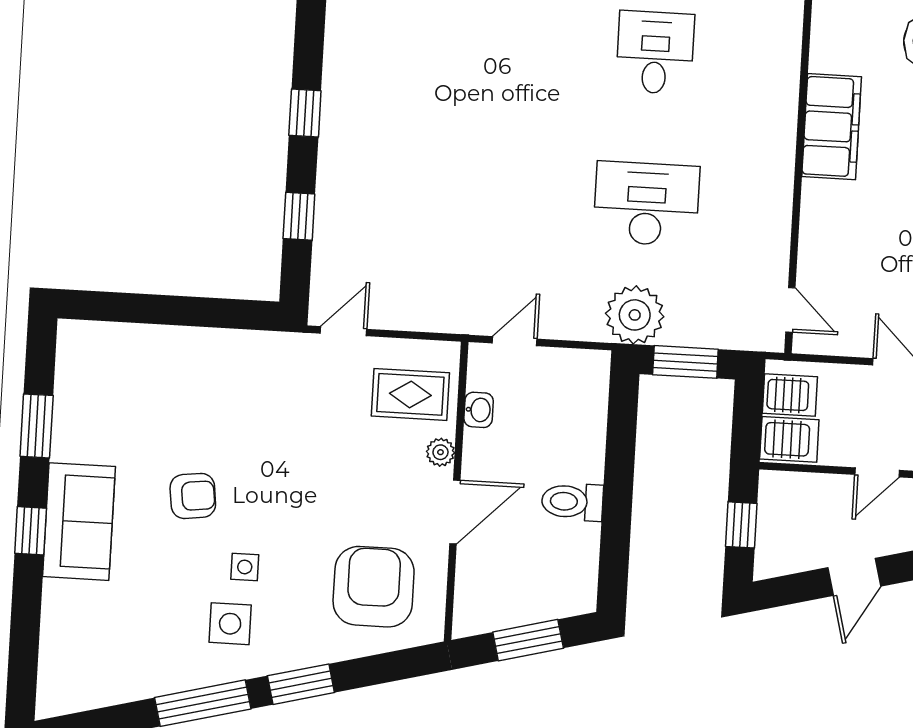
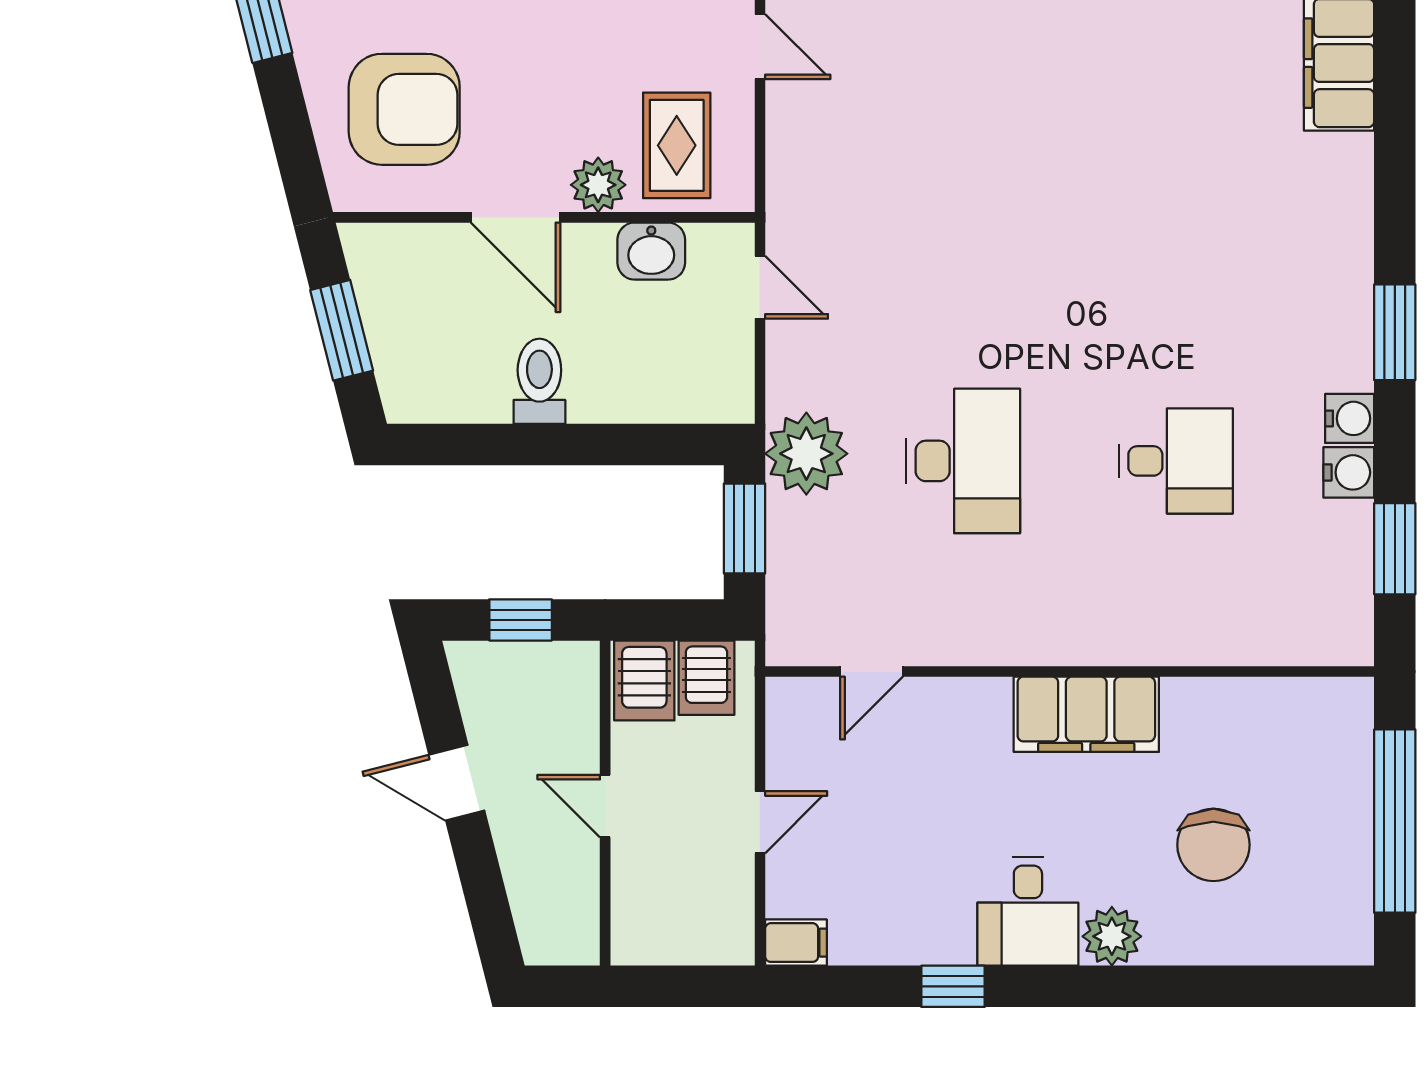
door: (790, 310) -> (872, 672), moved
washbasin: (479, 410) -> (651, 251), width x1.38, depth x1.45
plant: (440, 452) -> (598, 185), width x1.38, depth x1.38

